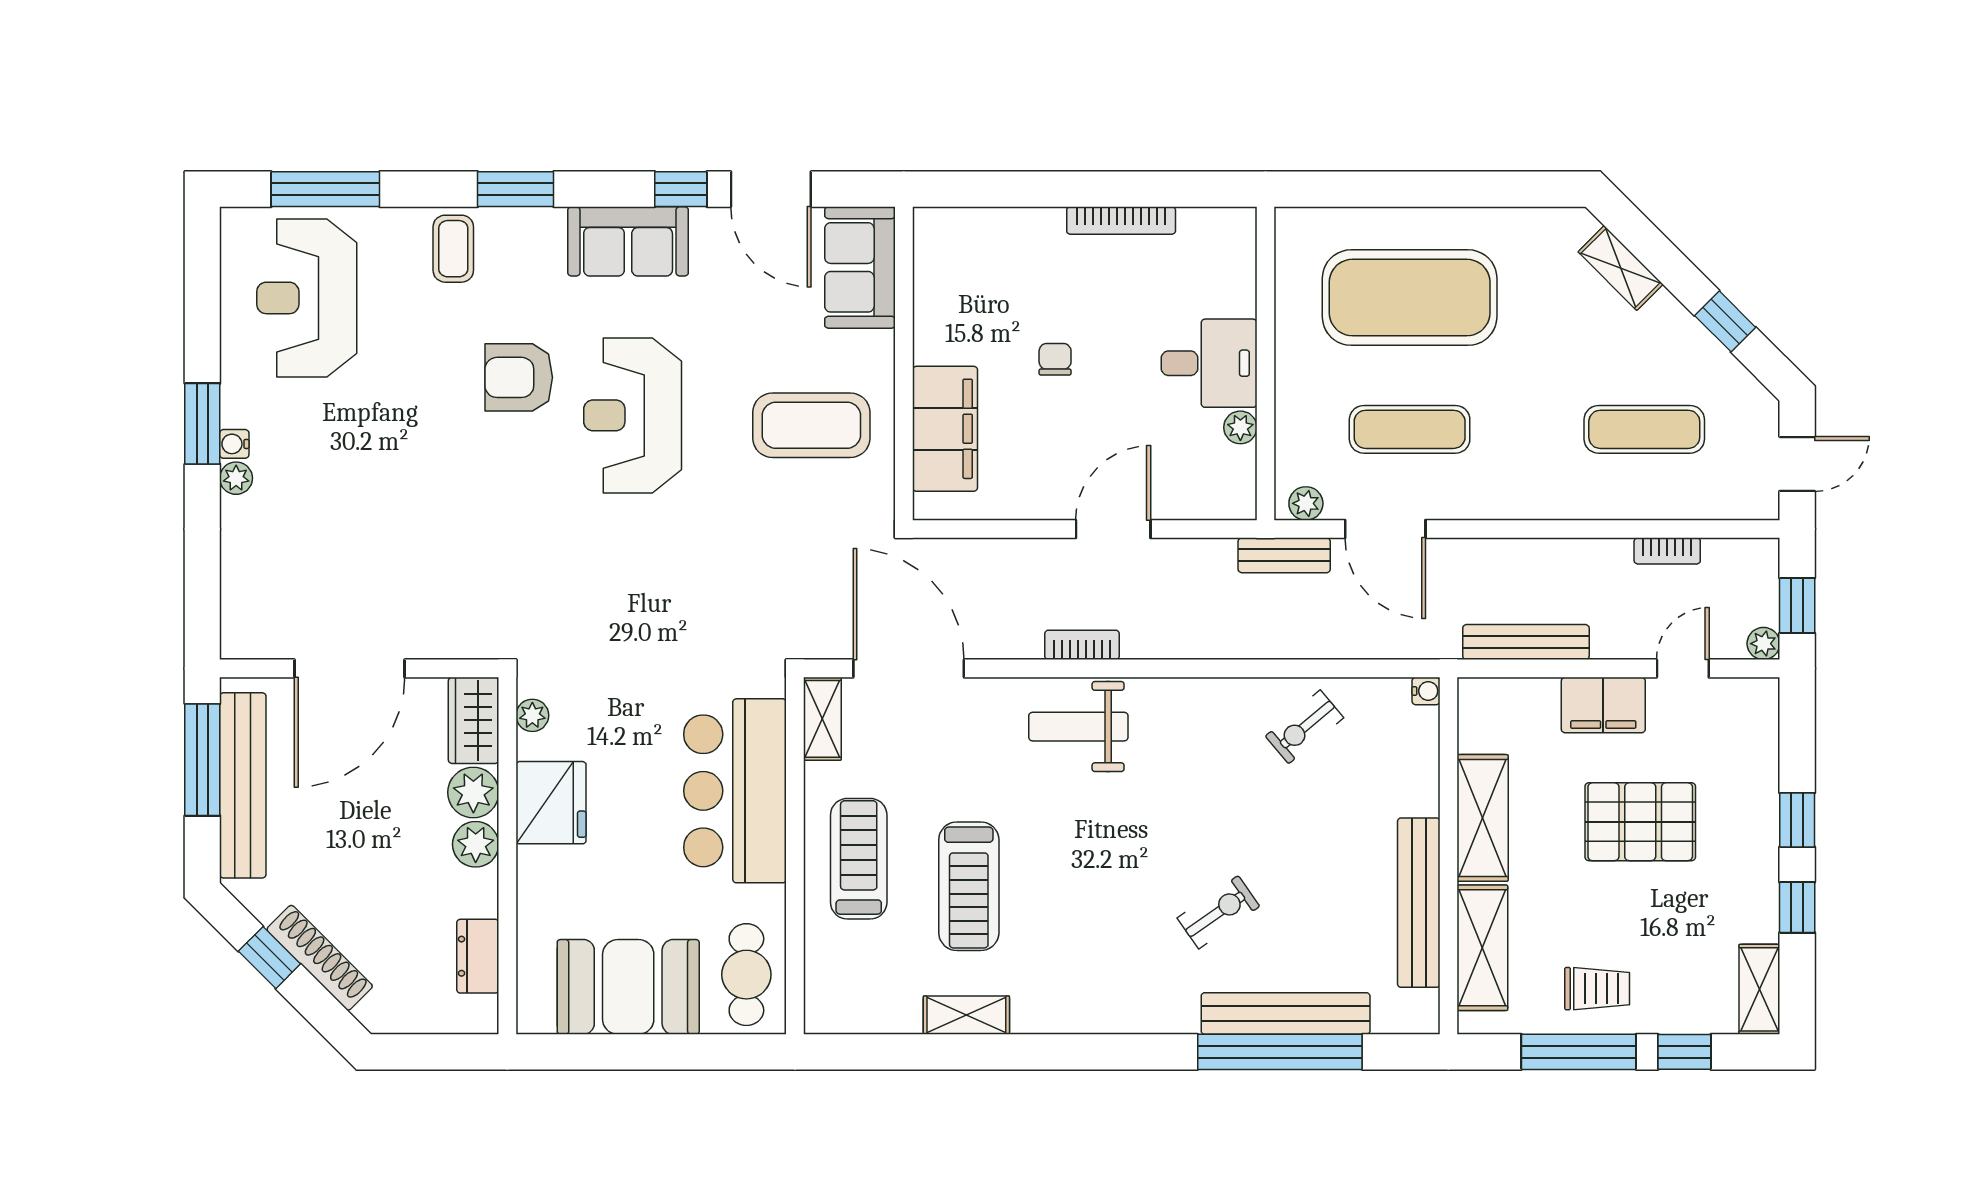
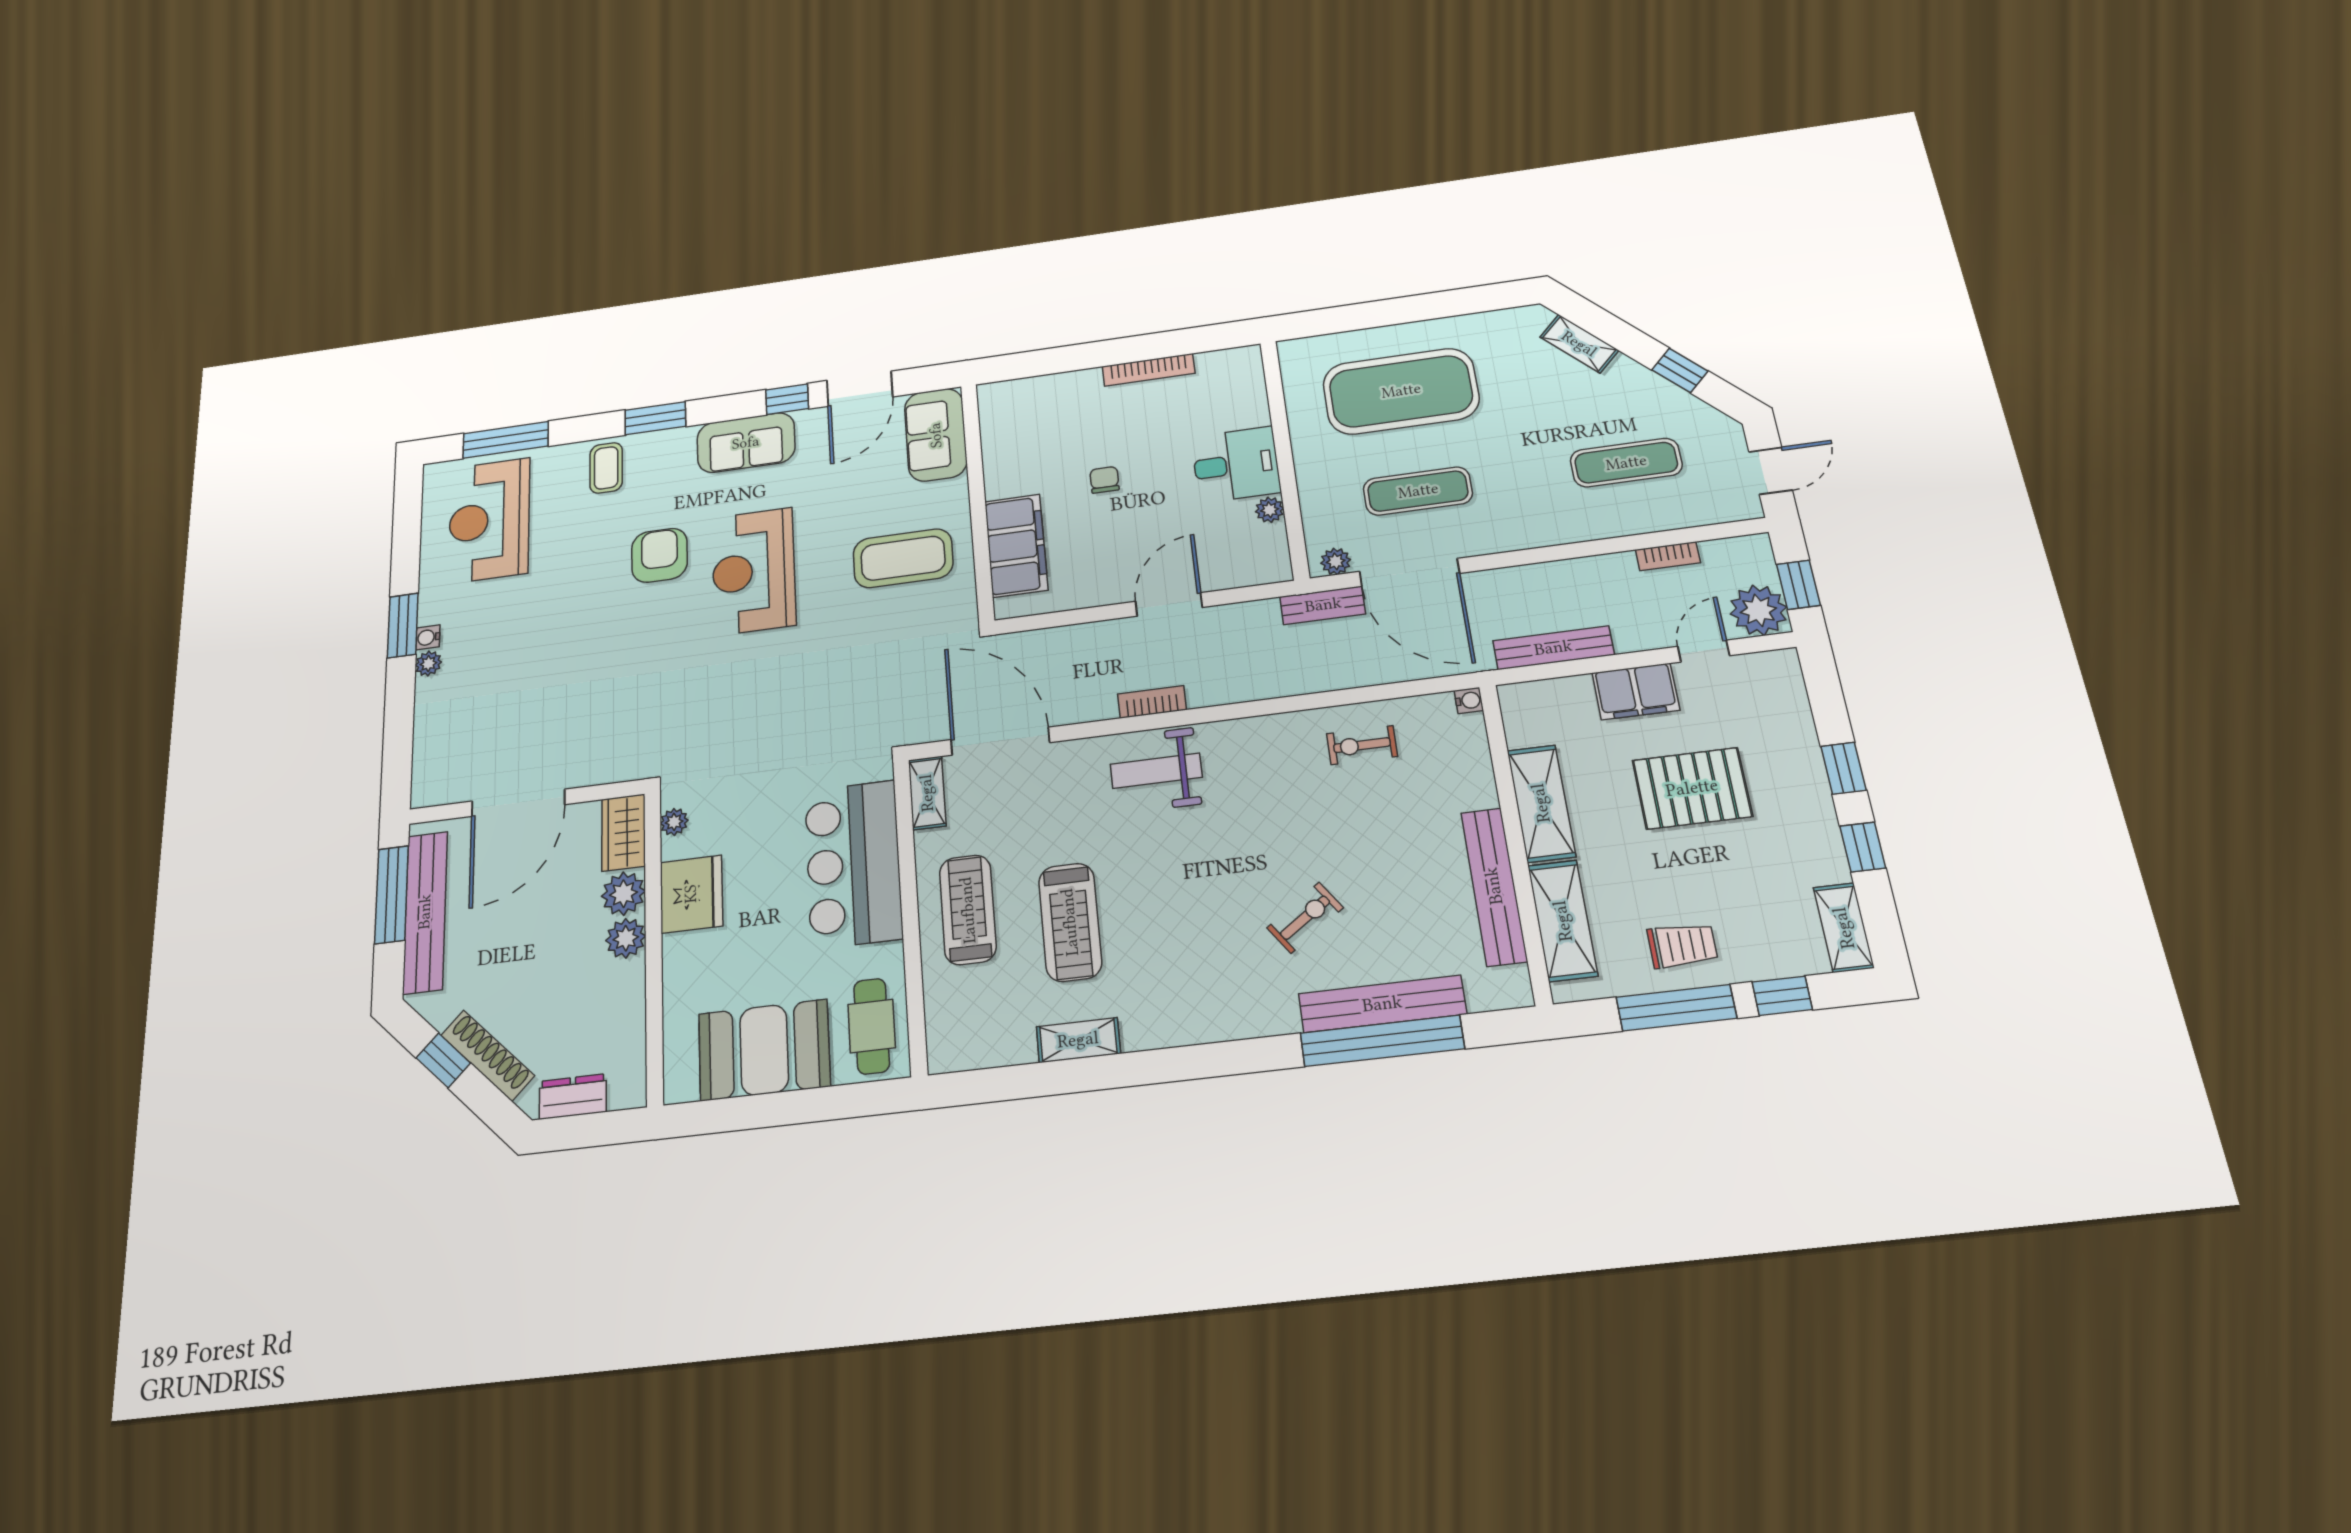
door: (771, 189) -> (860, 389), hinge flipped
armchair: (519, 377) -> (659, 555), turned 90
door: (1385, 529) -> (1409, 572), width x1.36
plant: (1763, 644) -> (1758, 610), width x1.88, depth x1.88
exercise bike: (1304, 727) -> (1362, 745), turned 40
dresser: (478, 956) -> (573, 1097), moved, turned 90

